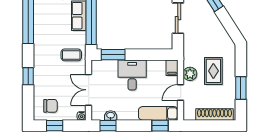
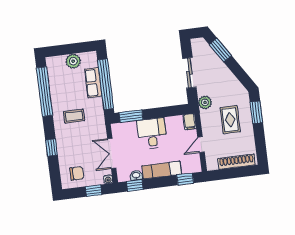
coffee table: (71, 55) -> (74, 116), moved
plant: (190, 74) -> (205, 102), moved
window: (241, 88) -> (256, 112), moved
exam couch: (158, 113) -> (162, 170), moved
window: (55, 126) -> (94, 191), moved

